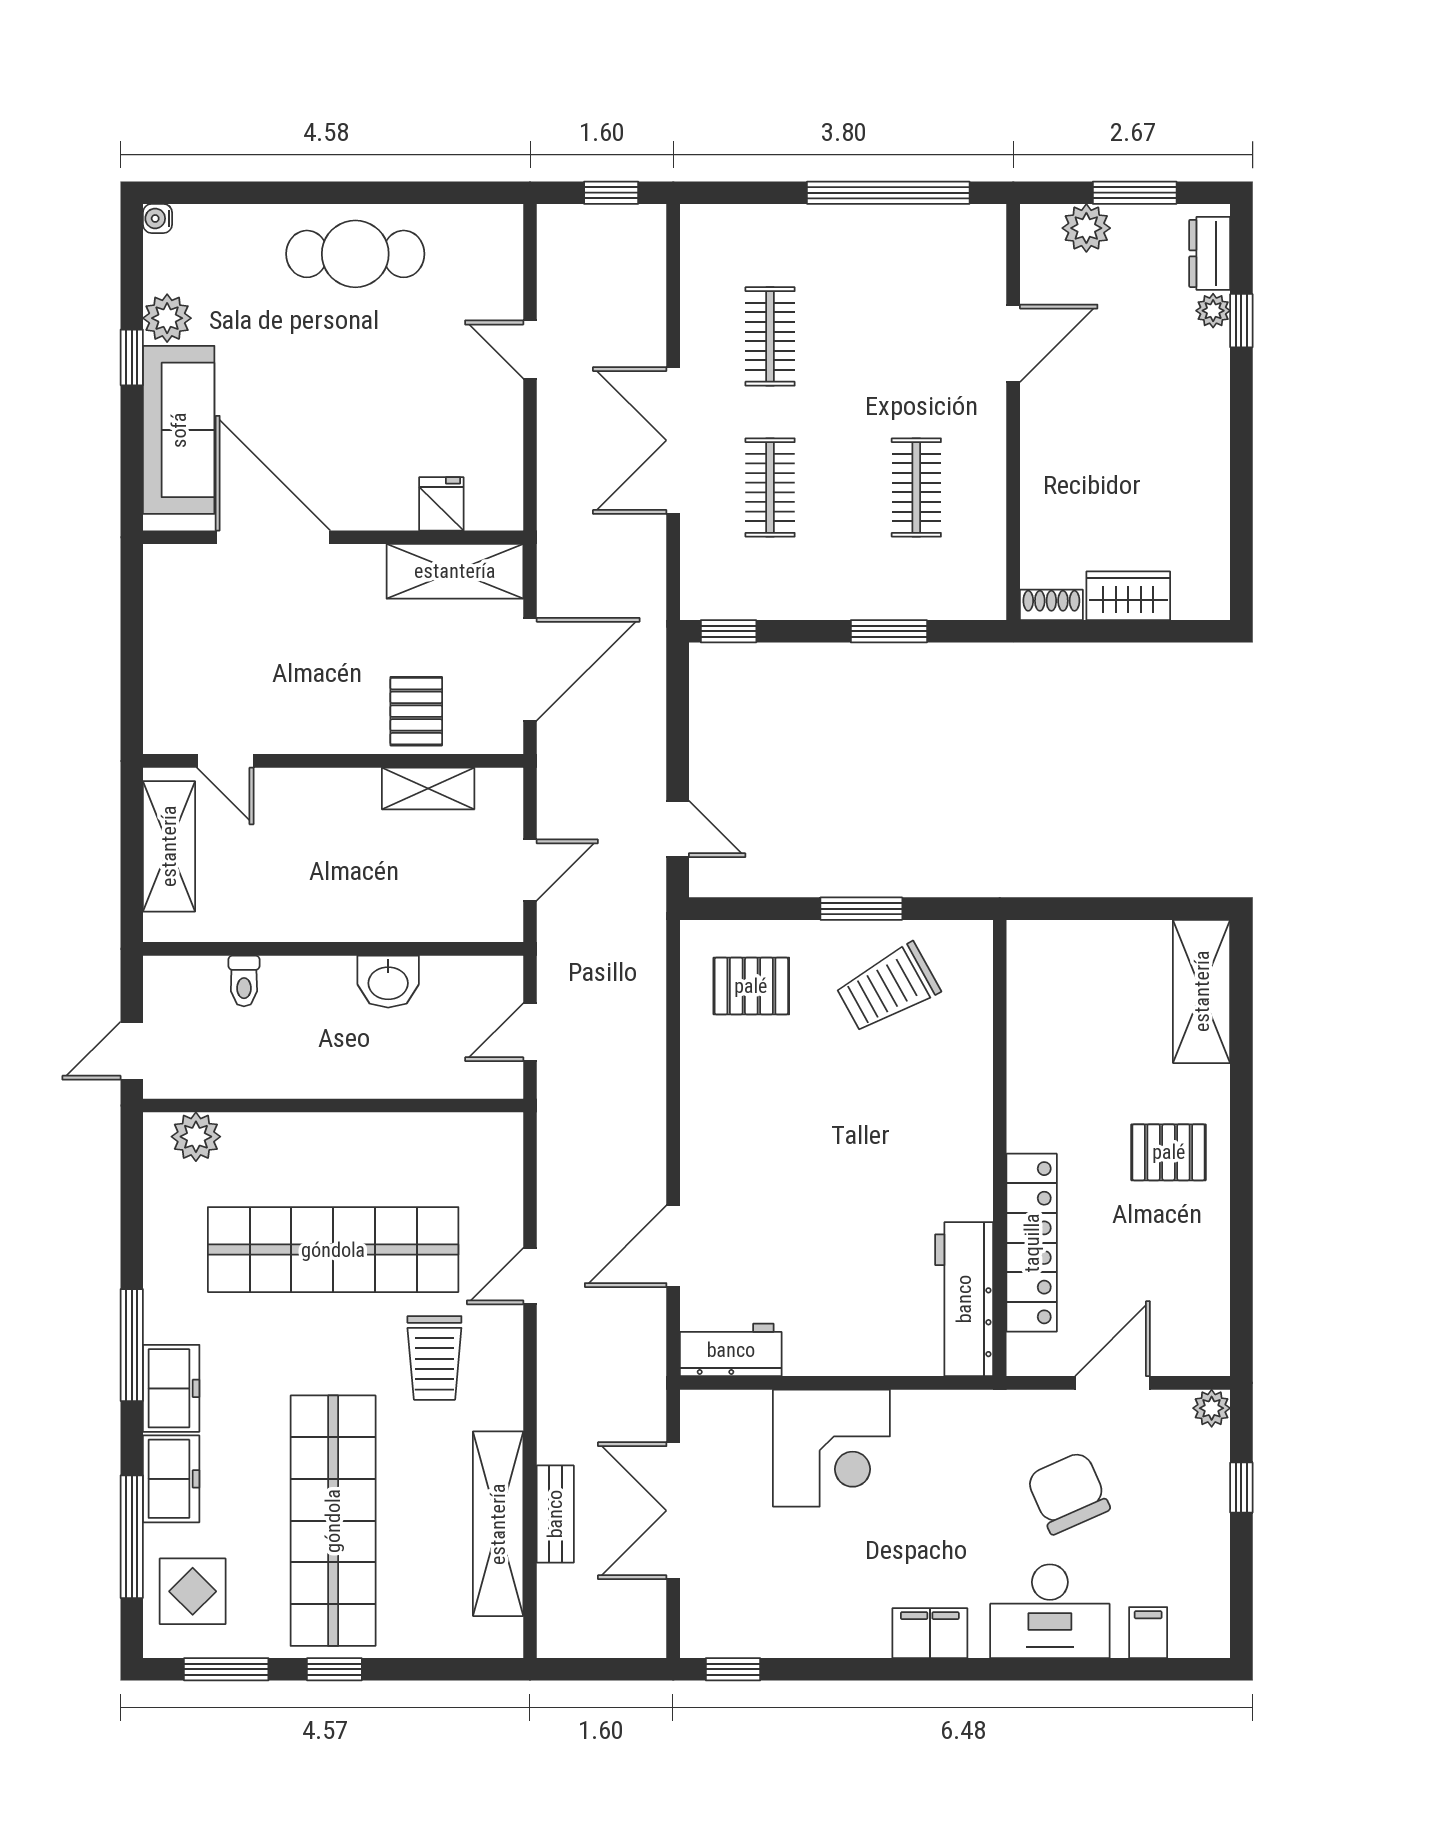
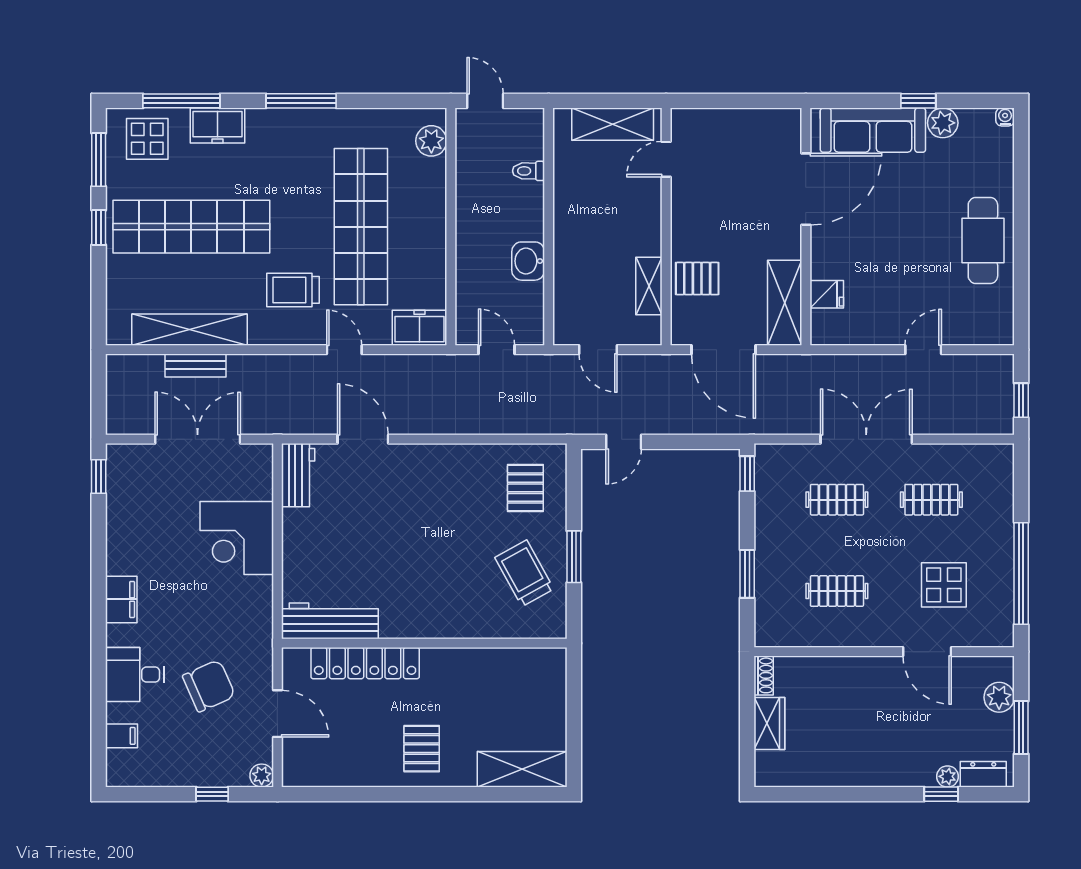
display table: (906, 316) -> (944, 585), added
freezer: (171, 1388) -> (419, 328), moved, turned 180
desk: (1050, 1611) -> (135, 674), width x0.73

